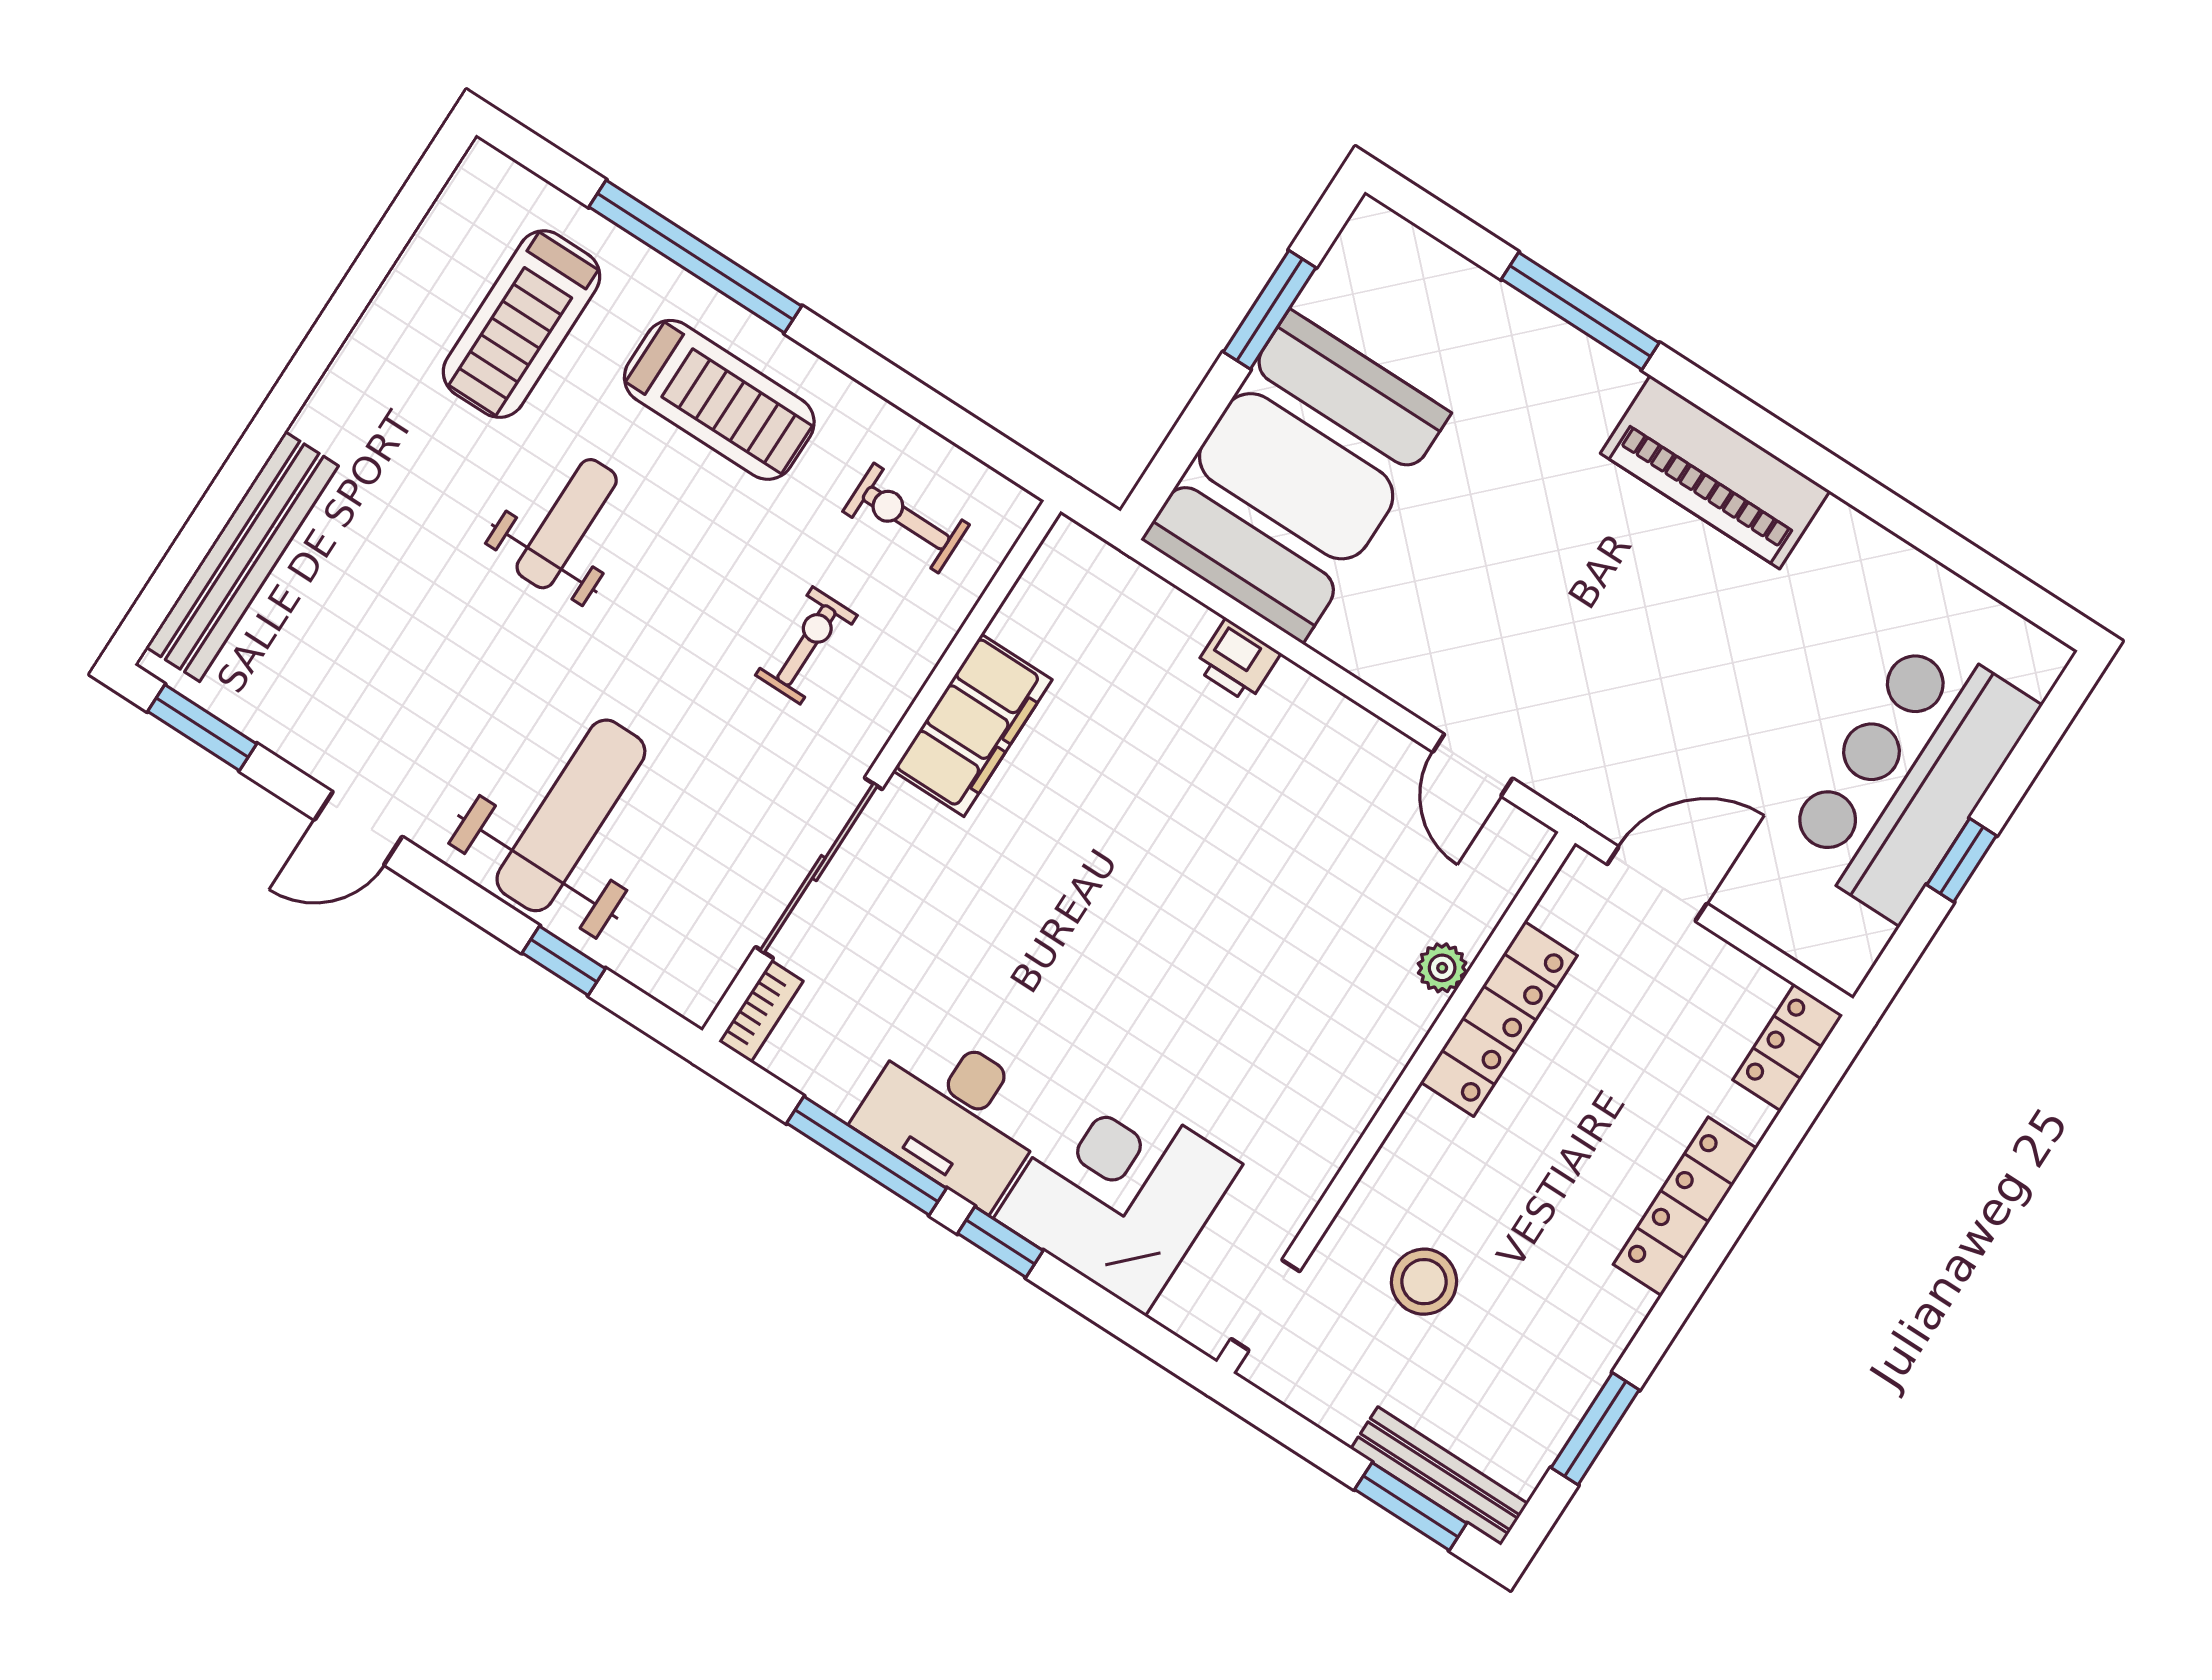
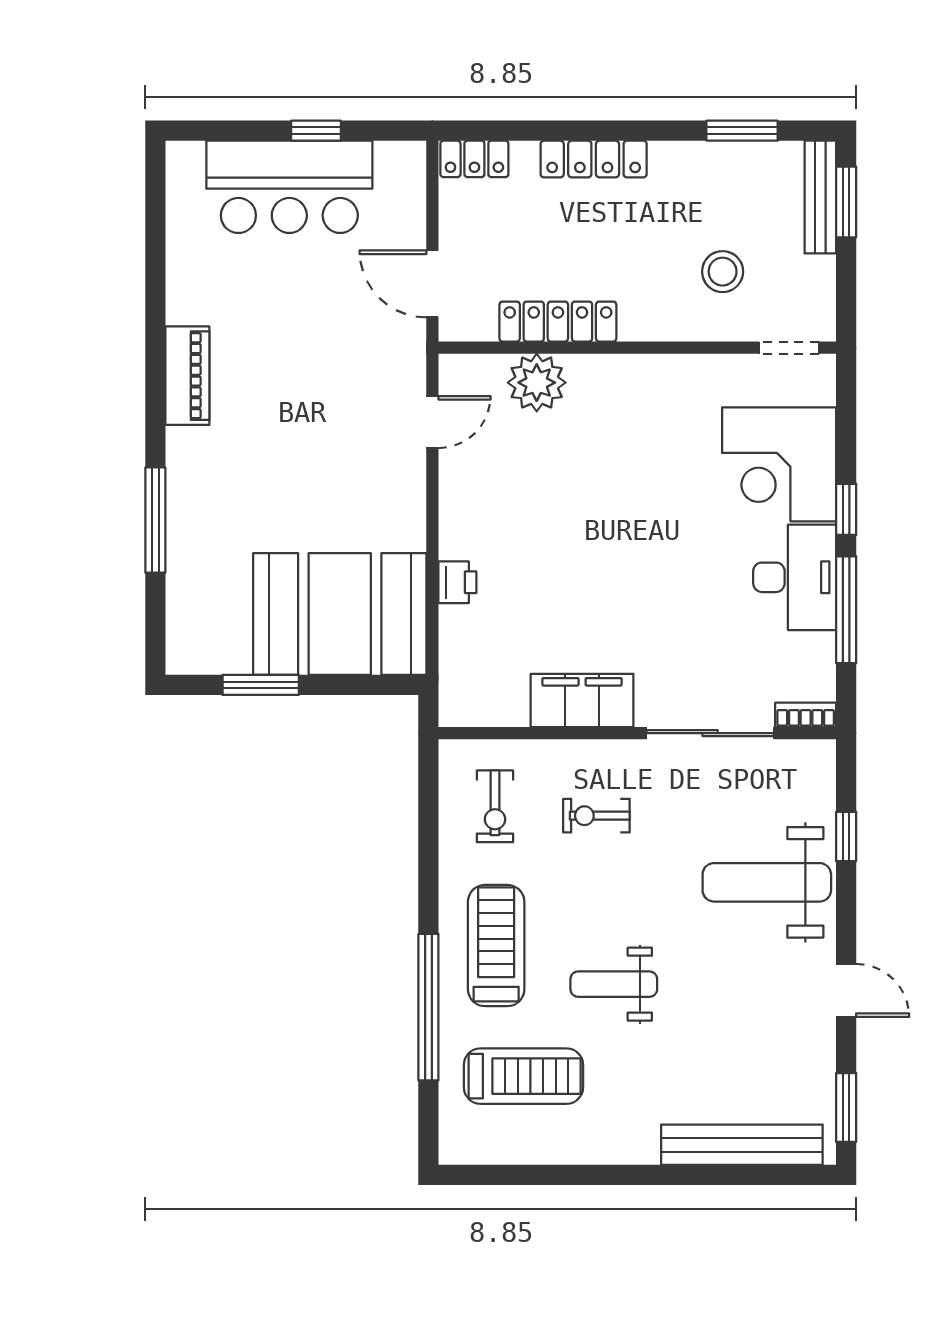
piano: (1715, 472) -> (187, 376), width x0.73, depth x0.75
plant: (1442, 968) -> (537, 383), width x1.87, depth x1.87

